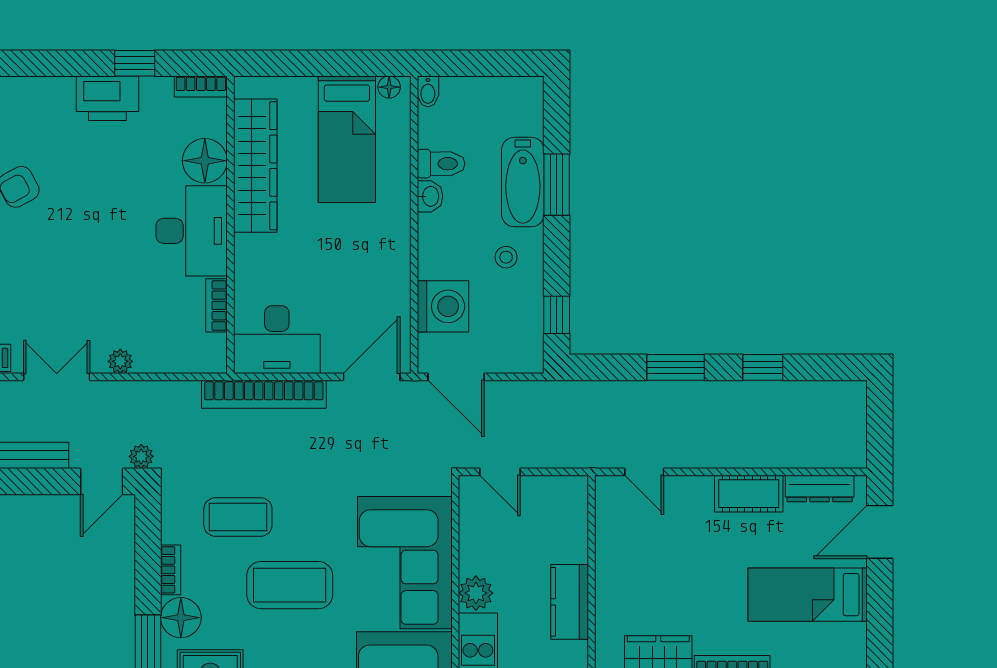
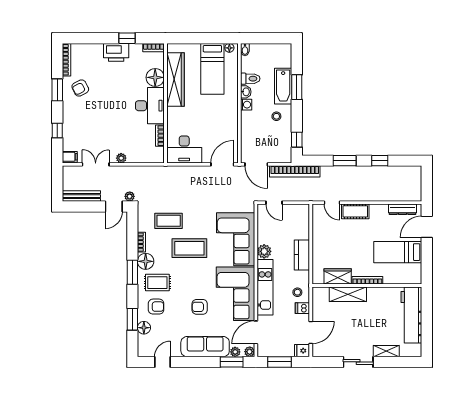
washing machine: (443, 306) -> (246, 105), moved, width x0.53, depth x0.53
bookcase: (264, 394) -> (295, 171), moved
cot: (749, 494) -> (355, 211), moved

